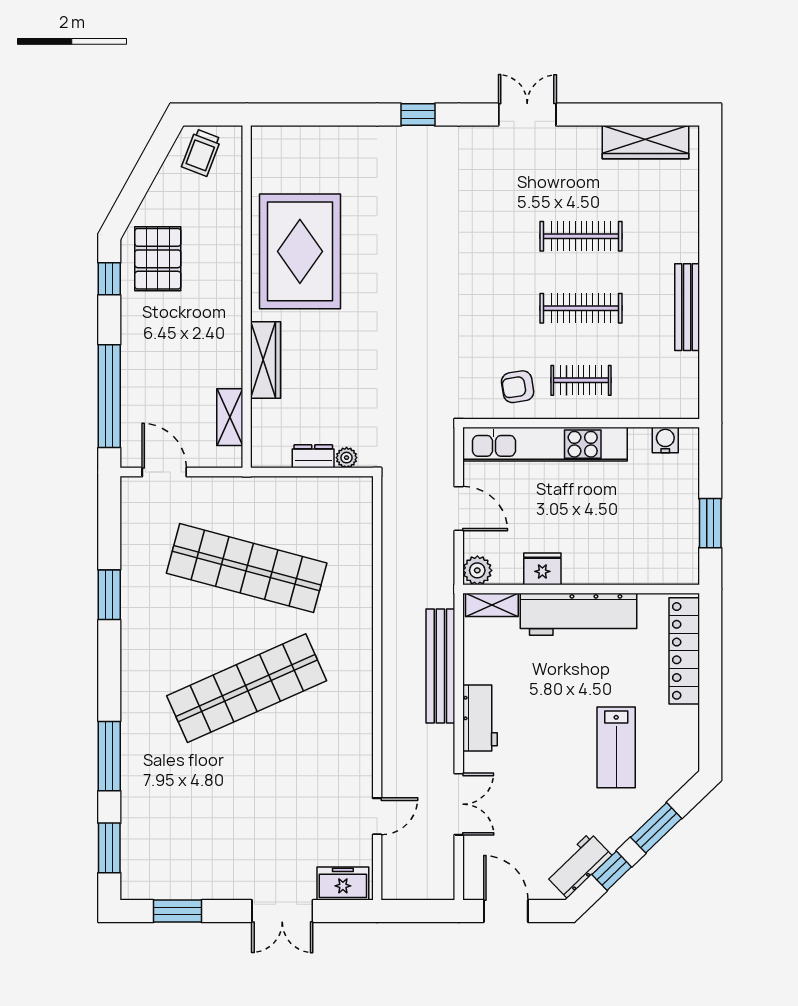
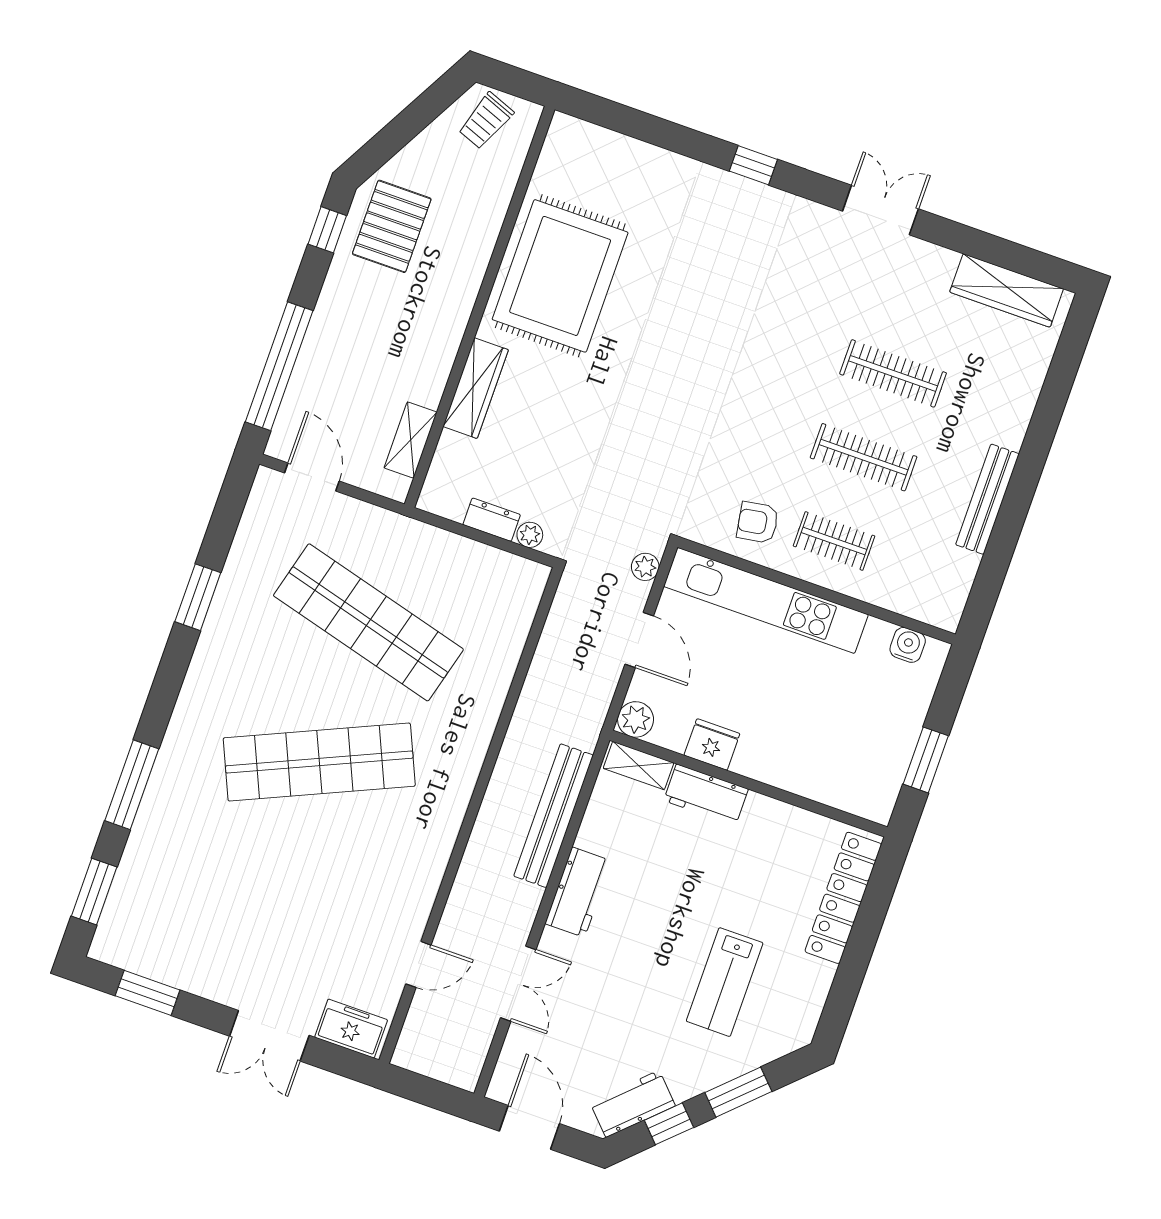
plant: (443, 451) -> (645, 567), added
workbench: (578, 614) -> (706, 795), width x0.53, depth x0.76

